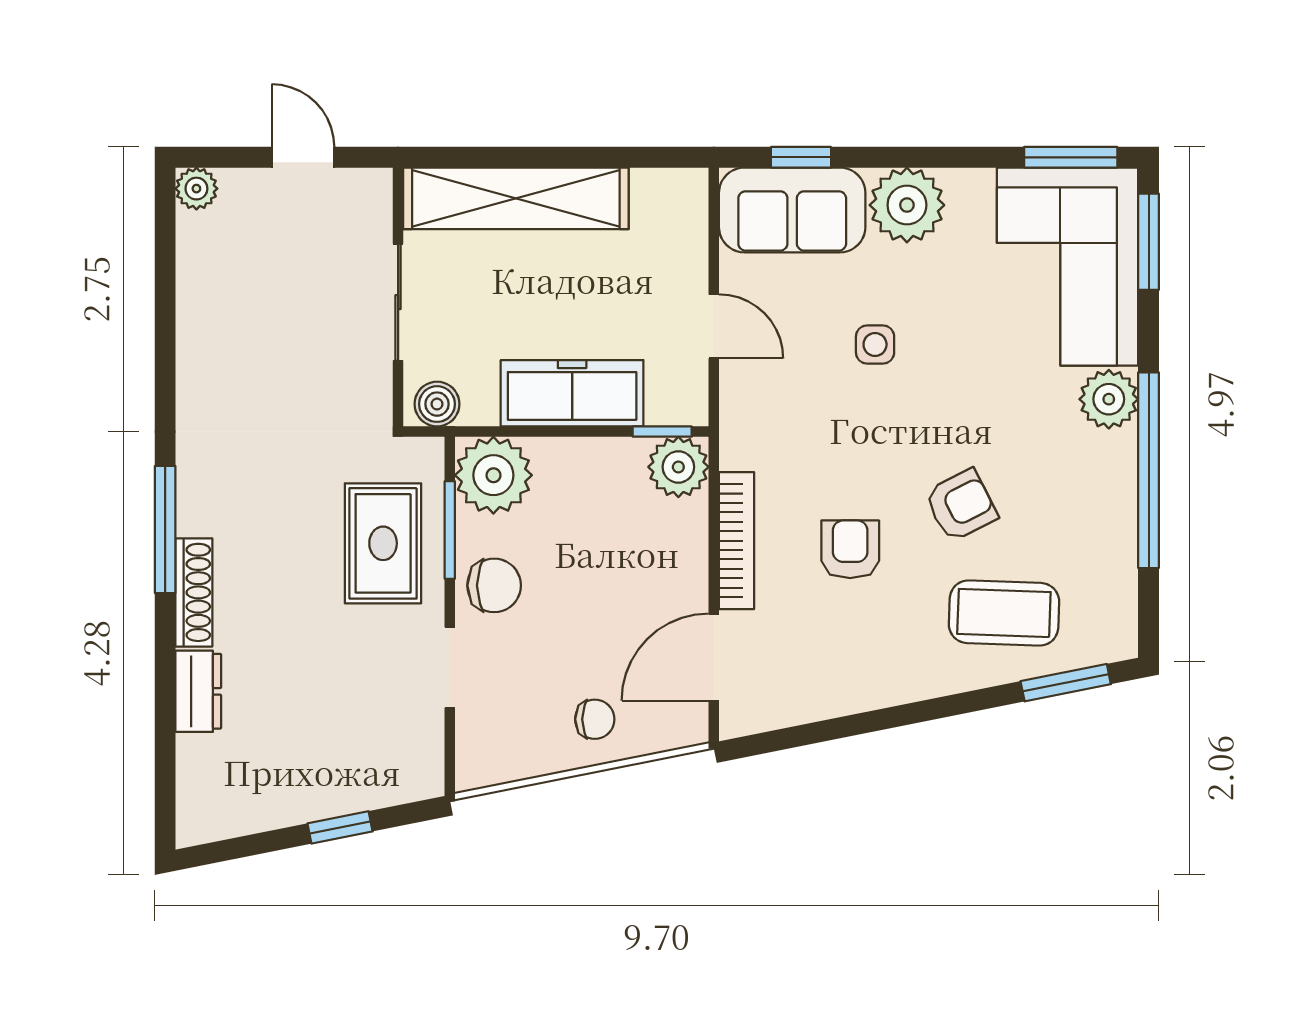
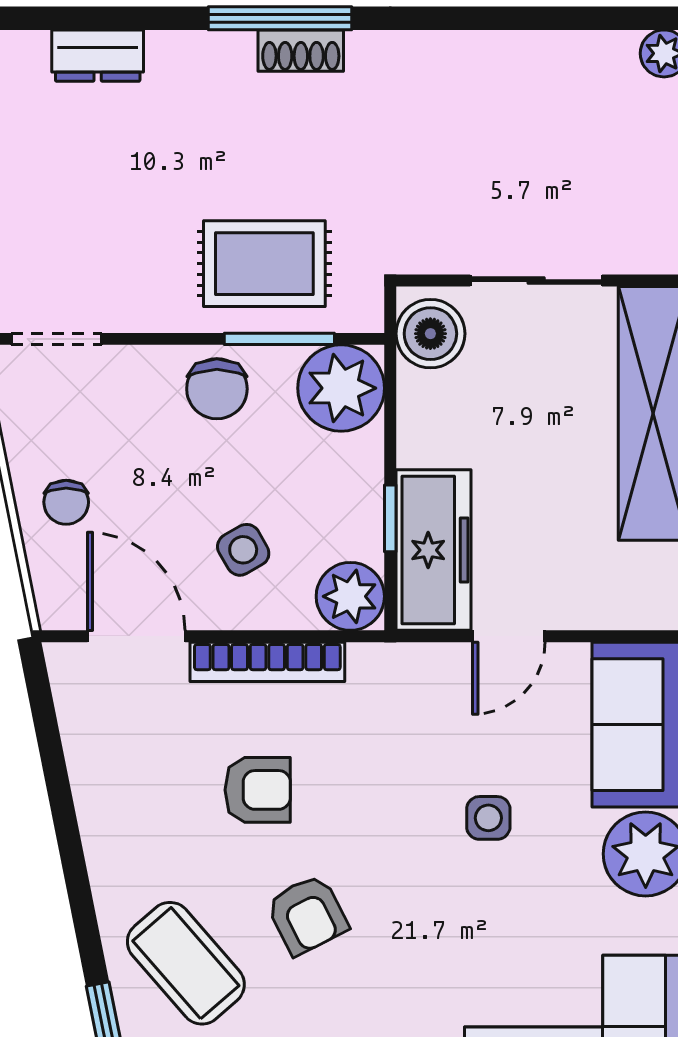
freezer: (572, 393) -> (433, 550), moved
boiler: (437, 404) -> (430, 334), width x1.36, depth x1.36
window: (662, 432) -> (390, 518), moved
side table: (637, 562) -> (243, 550), added
shoe rack: (194, 592) -> (301, 51), moved, width x0.70
coffee table: (1004, 613) -> (186, 963), turned -43
doorway: (450, 668) -> (56, 339), moved

